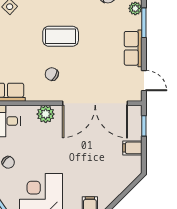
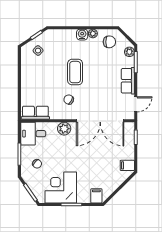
coffee table: (61, 36) -> (75, 72), turned 90
door: (144, 81) -> (136, 104), hinge flipped
filing cabinet: (132, 148) -> (127, 165), moved

